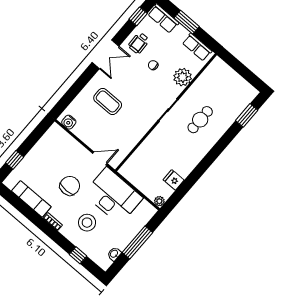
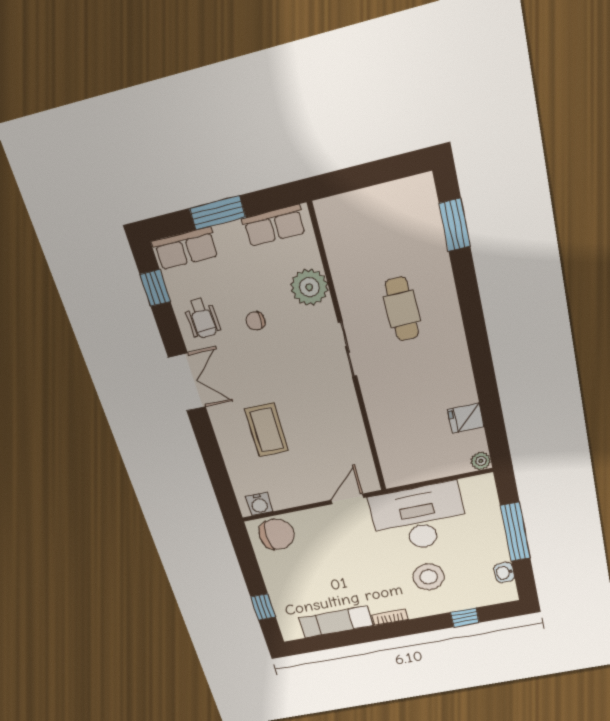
coffee table: (108, 101) -> (267, 430), turned 90
chair: (70, 186) -> (277, 534), moved, turned 90

